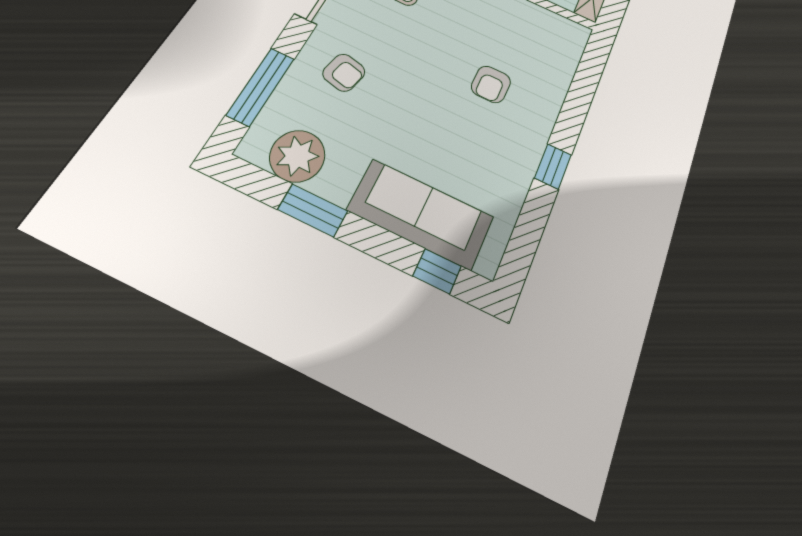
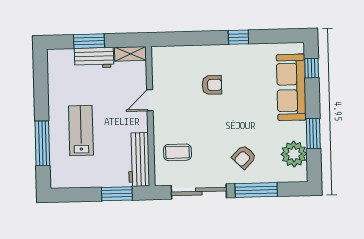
armchair: (344, 73) -> (244, 157), turned -148
window: (261, 87) -> (256, 190), moved

